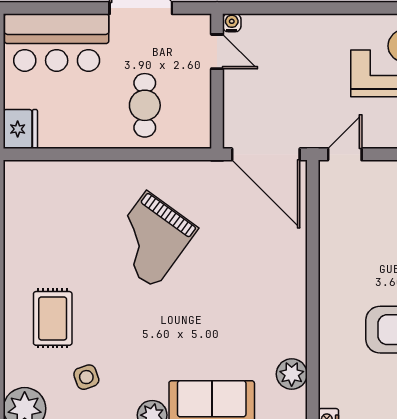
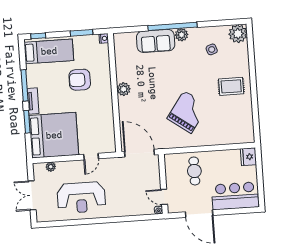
door: (345, 154) -> (91, 157), moved
rug: (53, 318) -> (231, 86), moved, turned 90
plant: (292, 374) -> (124, 89), moved

